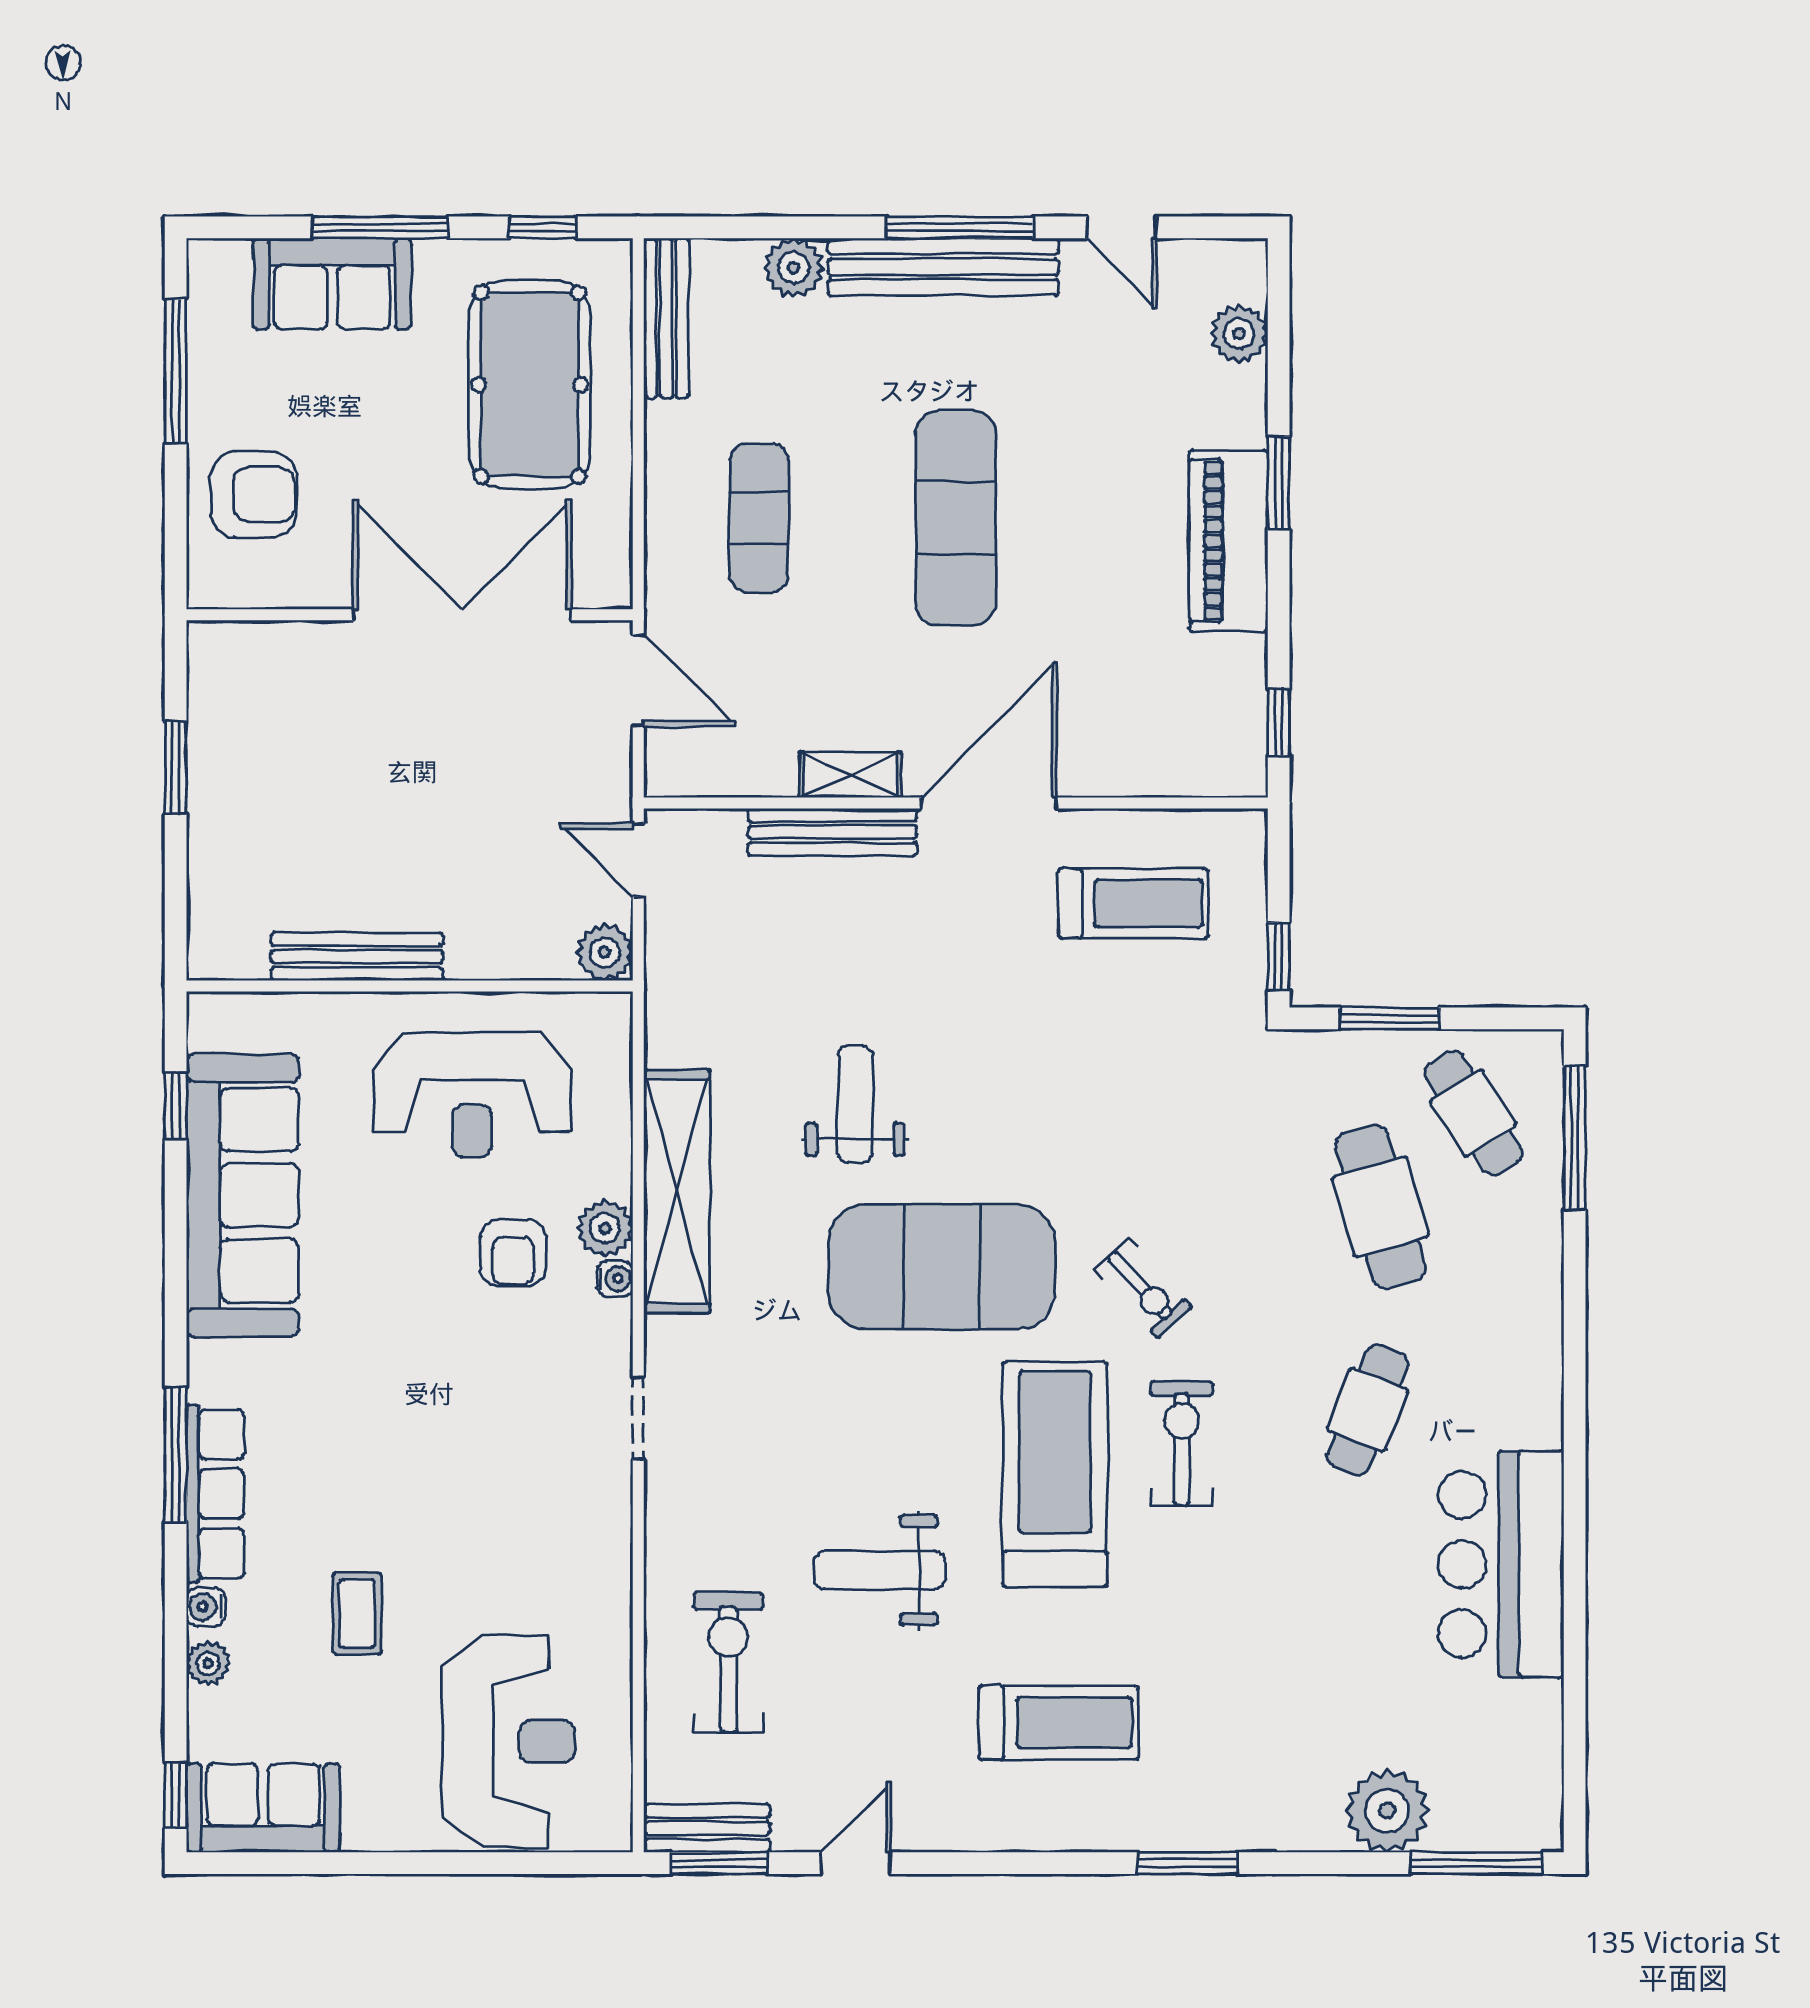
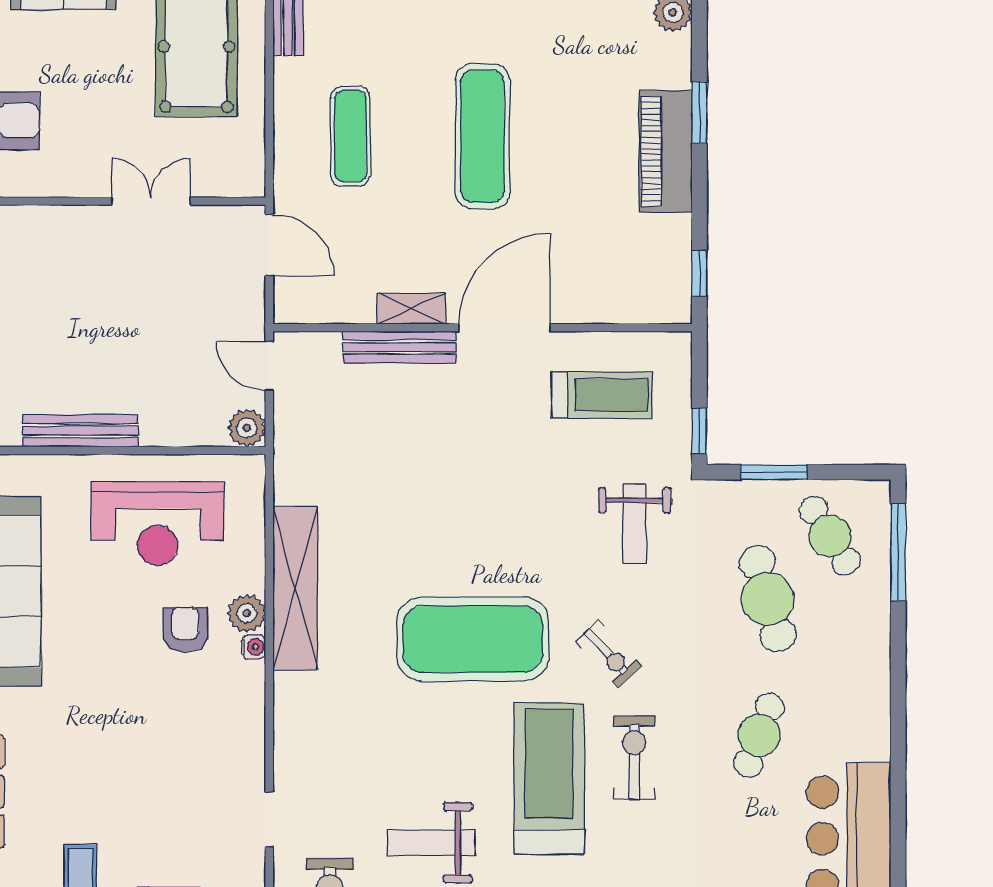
double door: (462, 615) -> (151, 201), width x0.54
weight bench: (855, 1104) -> (635, 524), moved, turned 180
armchair: (513, 1253) -> (185, 630), turned 180
doorway: (638, 1418) -> (269, 820), moved

